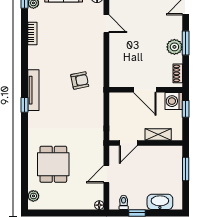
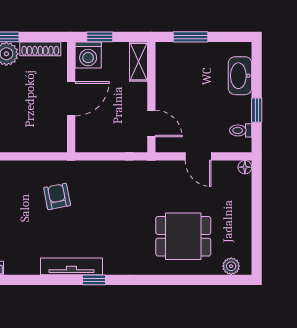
shoe rack: (178, 73) -> (40, 49), width x1.43
shelving: (158, 135) -> (138, 62), moved

